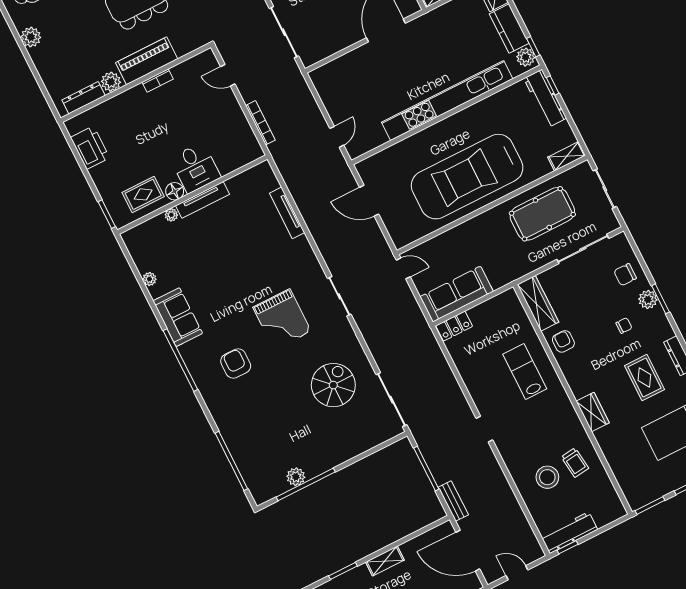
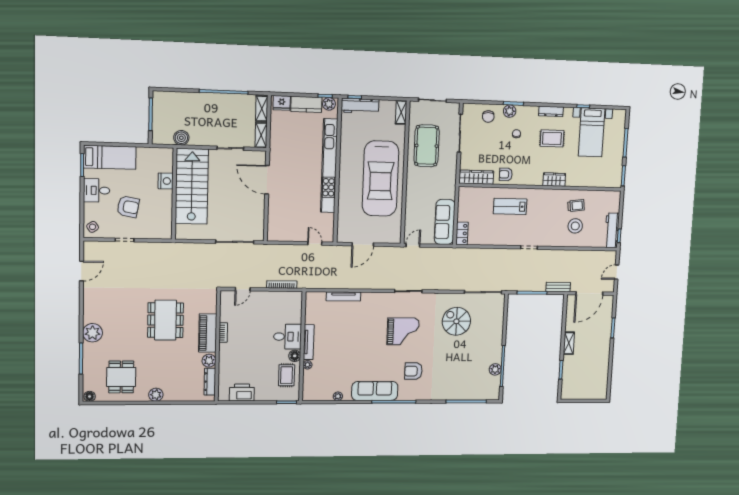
sofa: (178, 317) -> (375, 391), width x1.36

